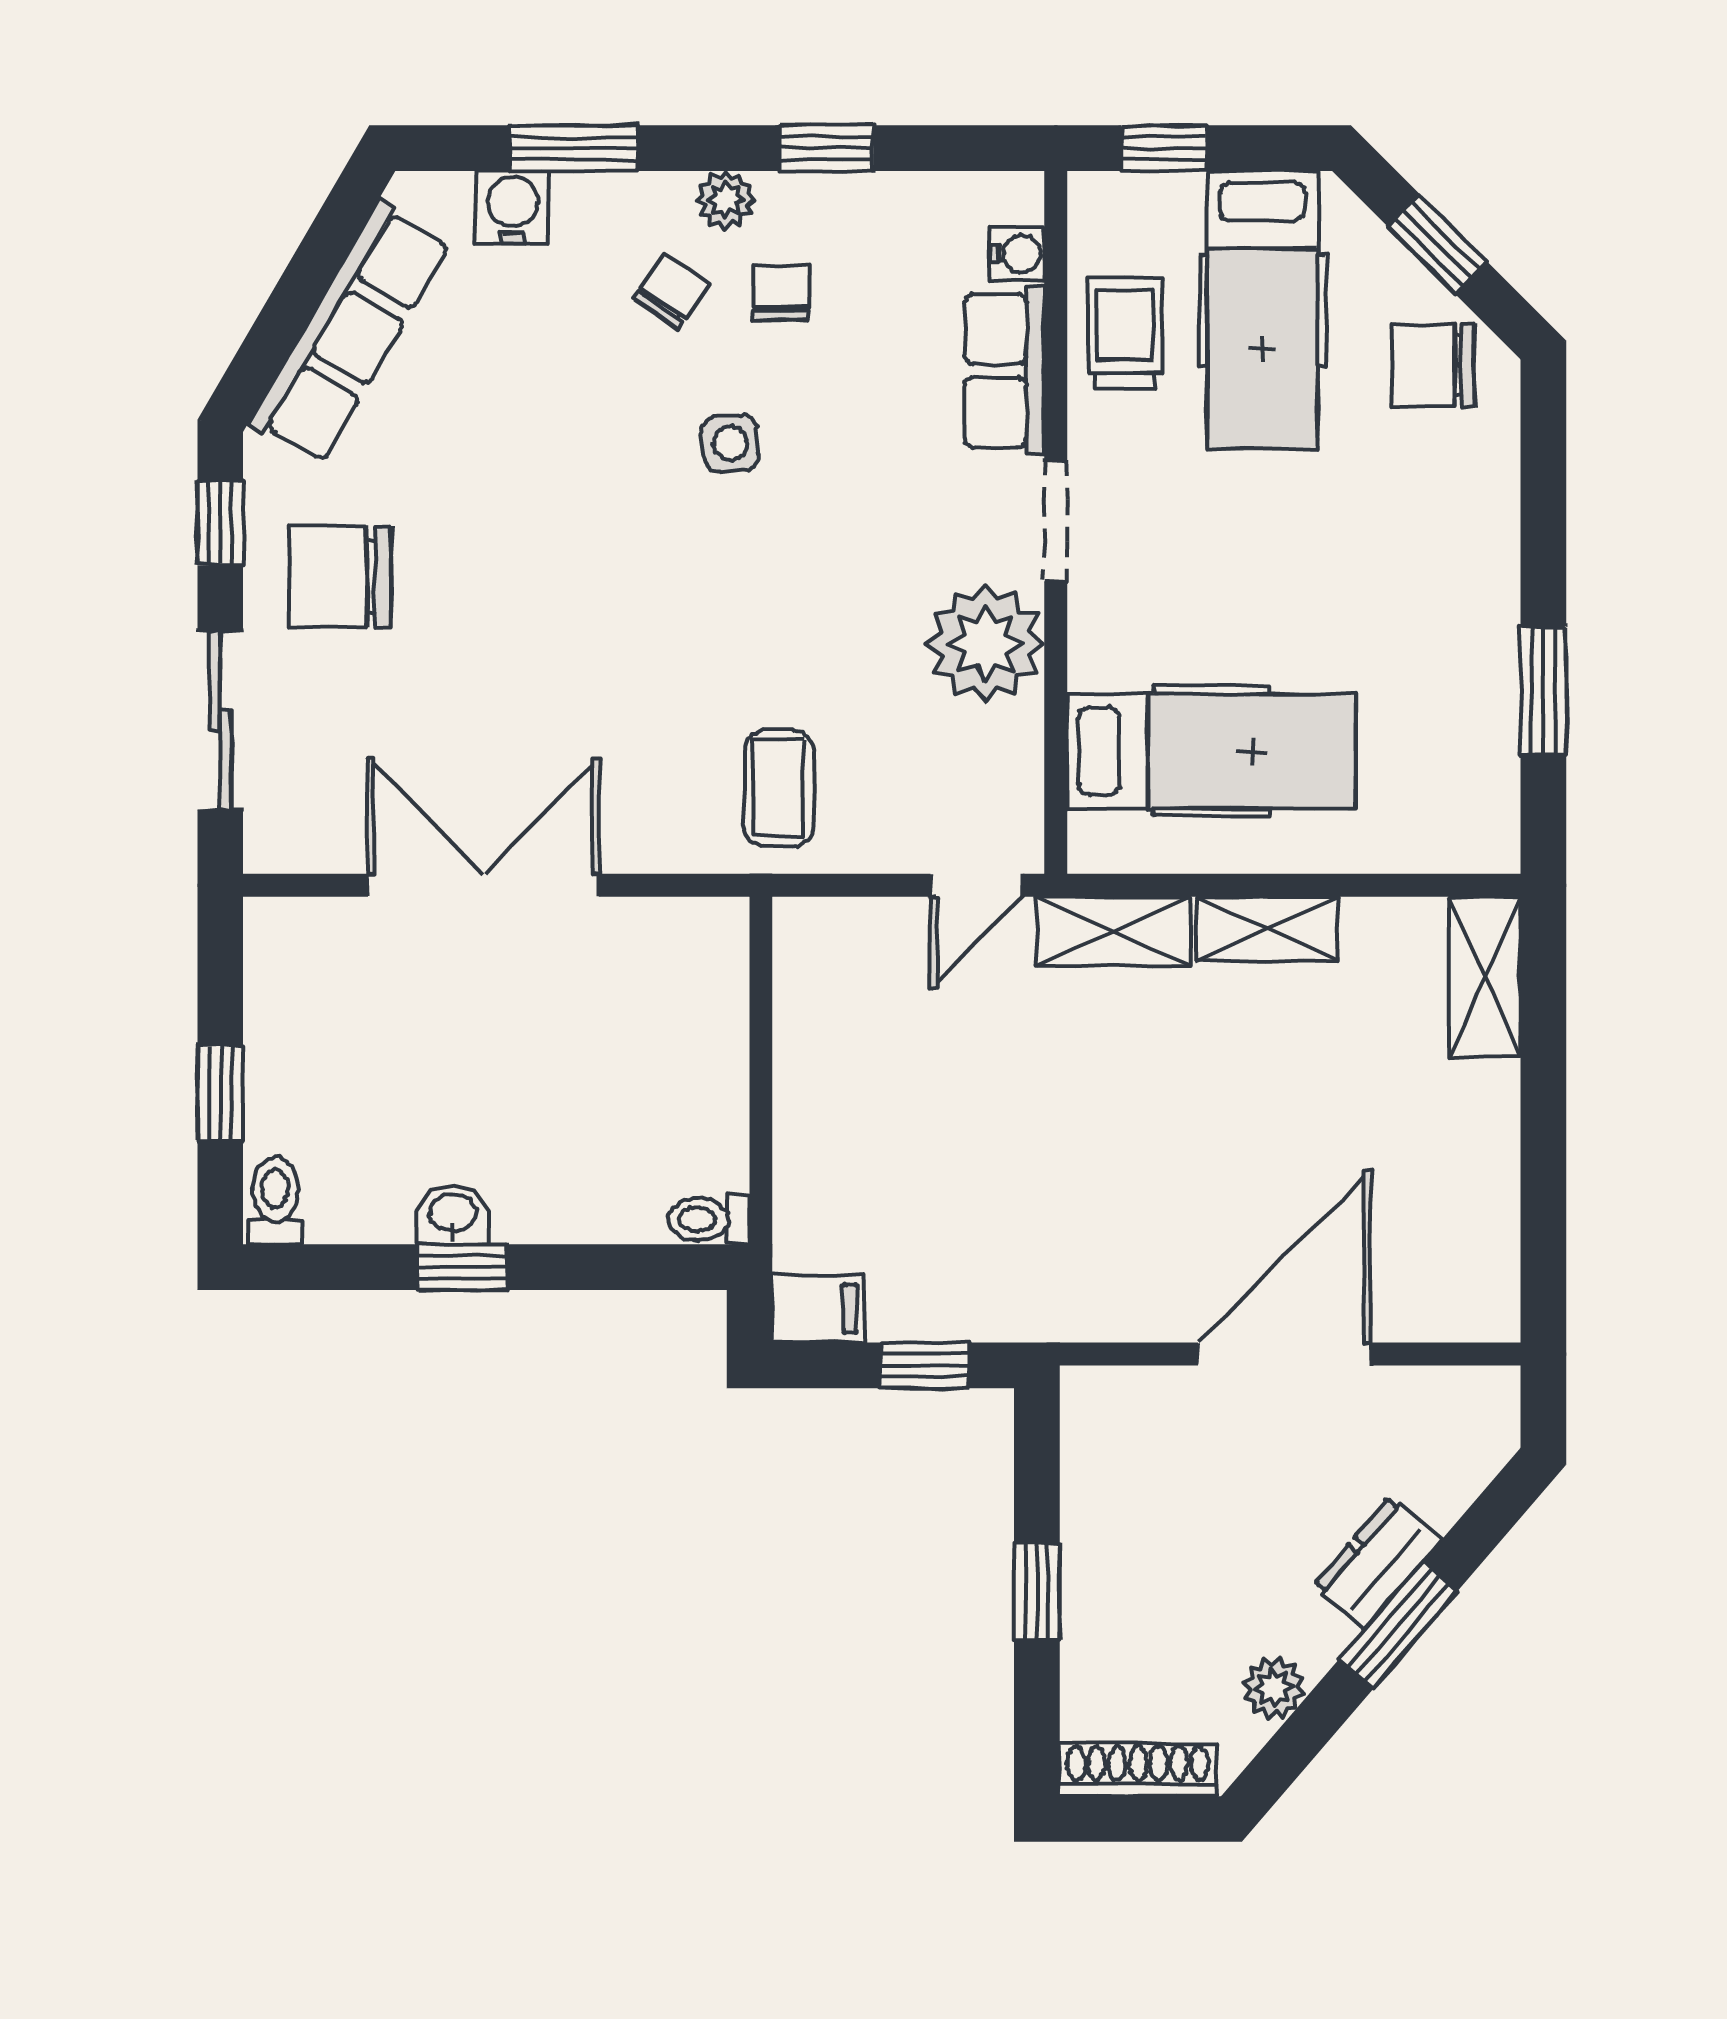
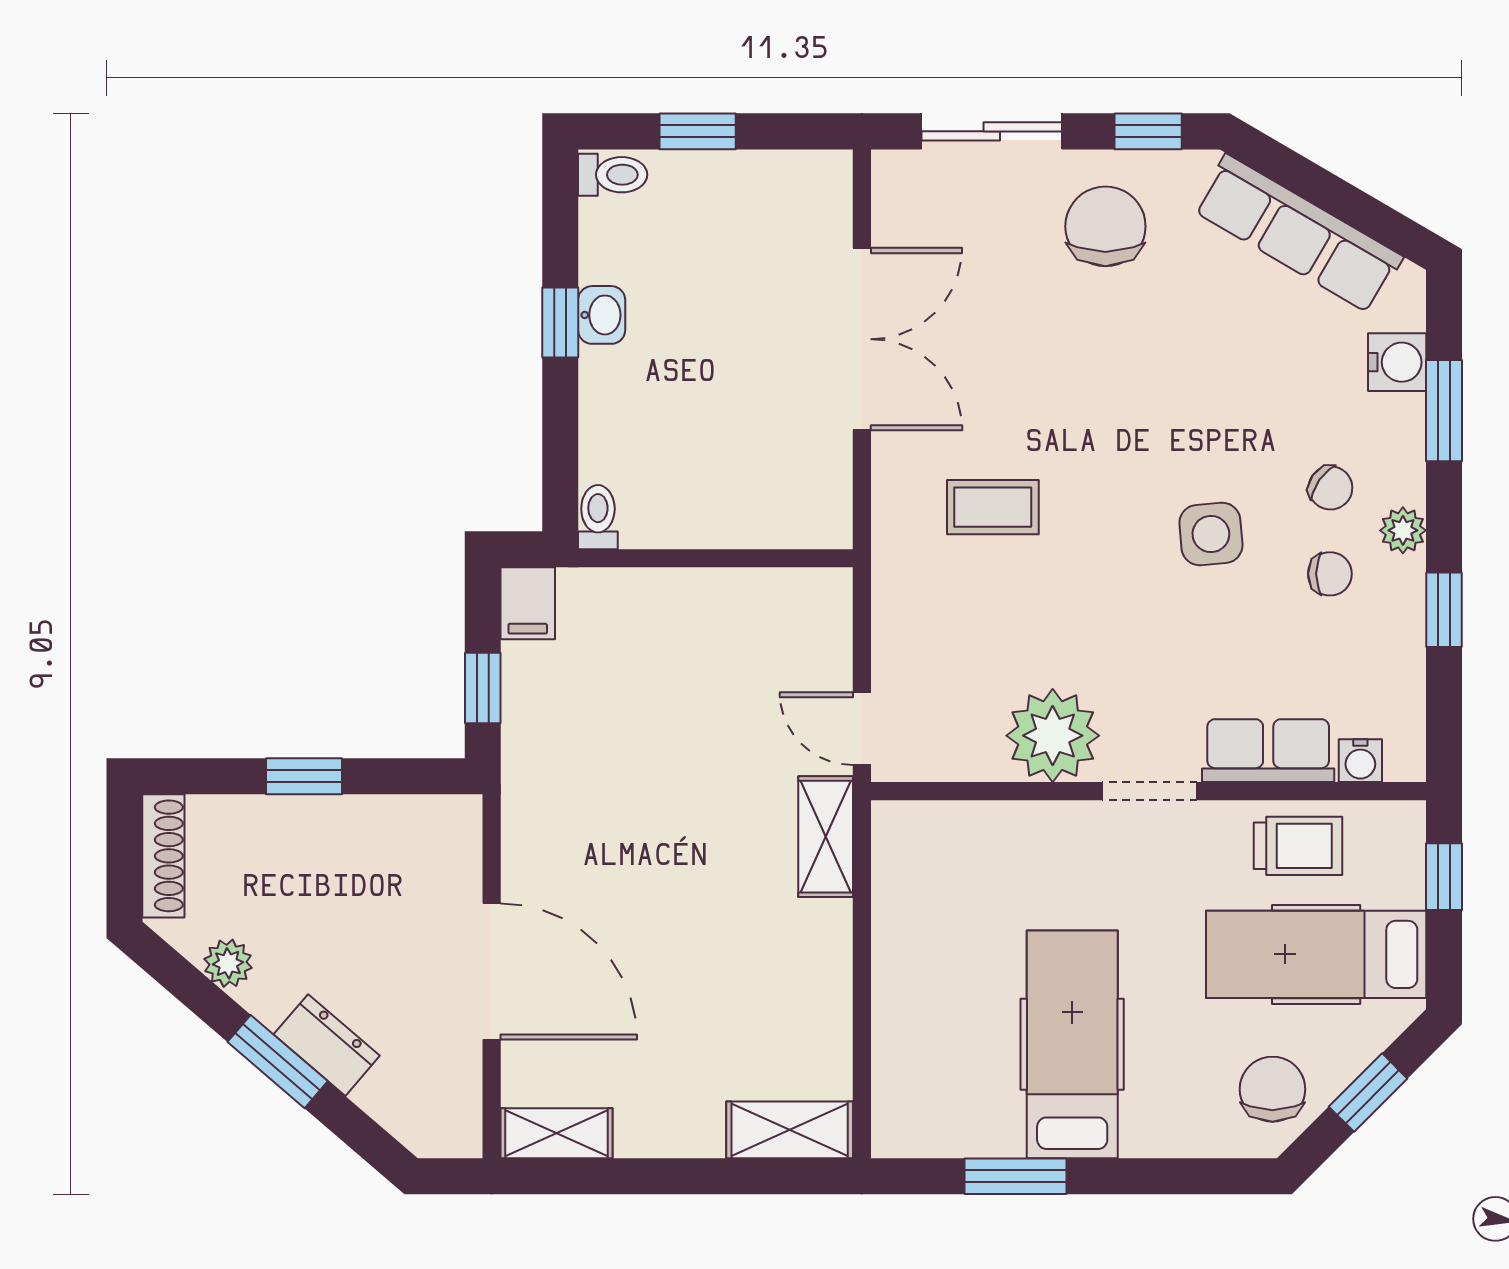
side table: (730, 443) -> (1211, 534), width x1.37, depth x1.37
hospital bed: (1211, 751) -> (1072, 1044), moved, turned 180
coffee table: (778, 788) -> (993, 507), moved
shelving: (1267, 928) -> (556, 1133), moved, turned 90

